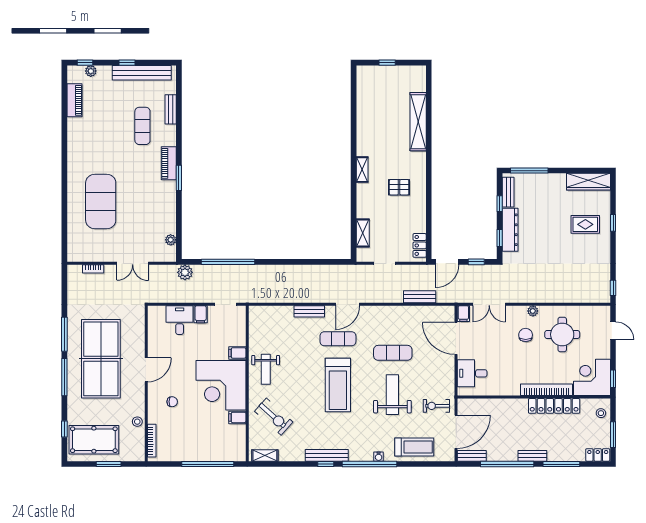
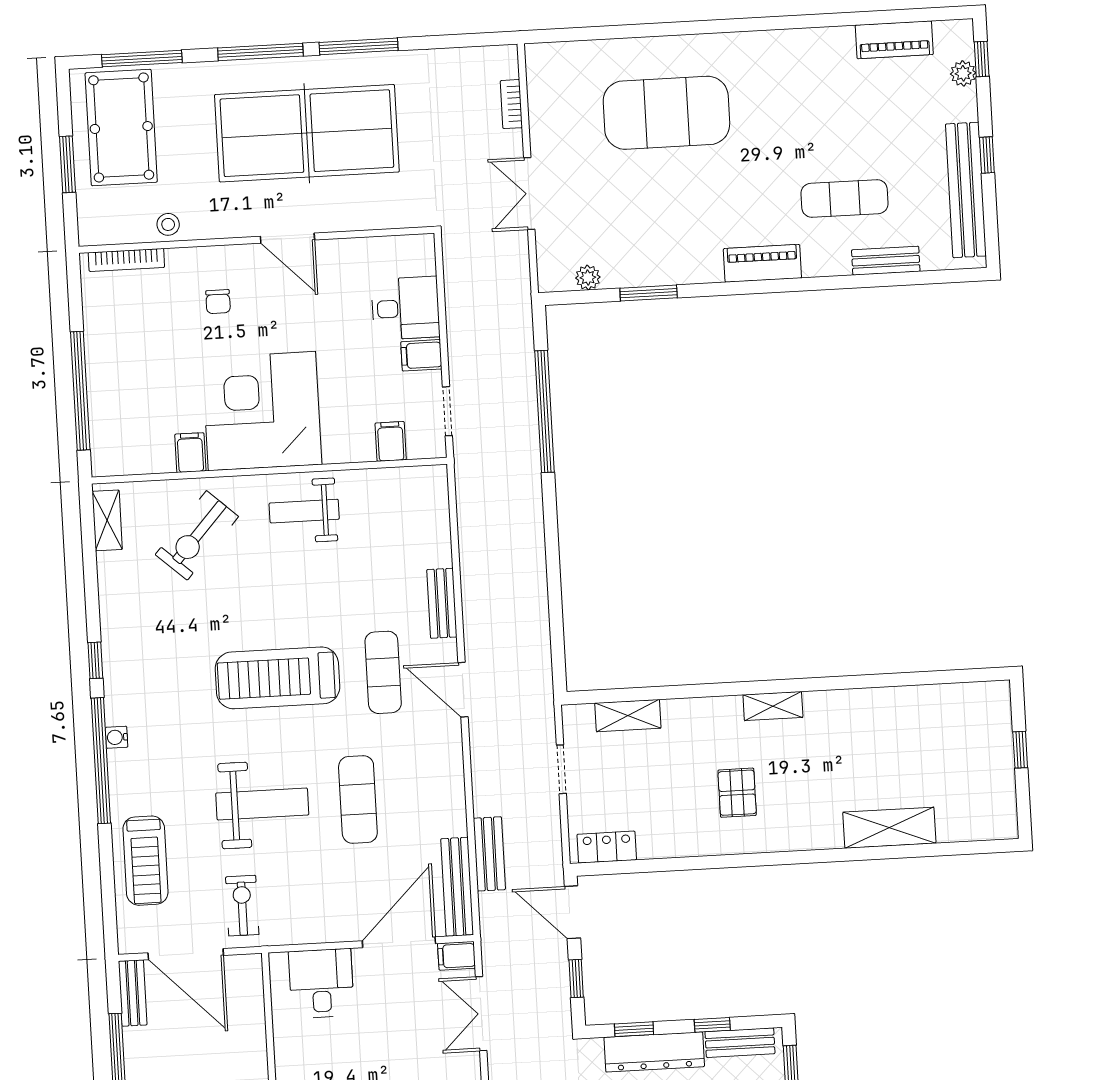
shelving: (418, 122) -> (889, 828), width x0.68
window: (179, 178) -> (649, 293), moved
plant: (185, 272) -> (515, 314), removed
filing cabinet: (237, 353) -> (391, 441), moved
window: (64, 429) -> (142, 59), width x2.17
bench: (327, 455) -> (457, 887), moved
water cooler: (379, 457) -> (117, 737), moved

